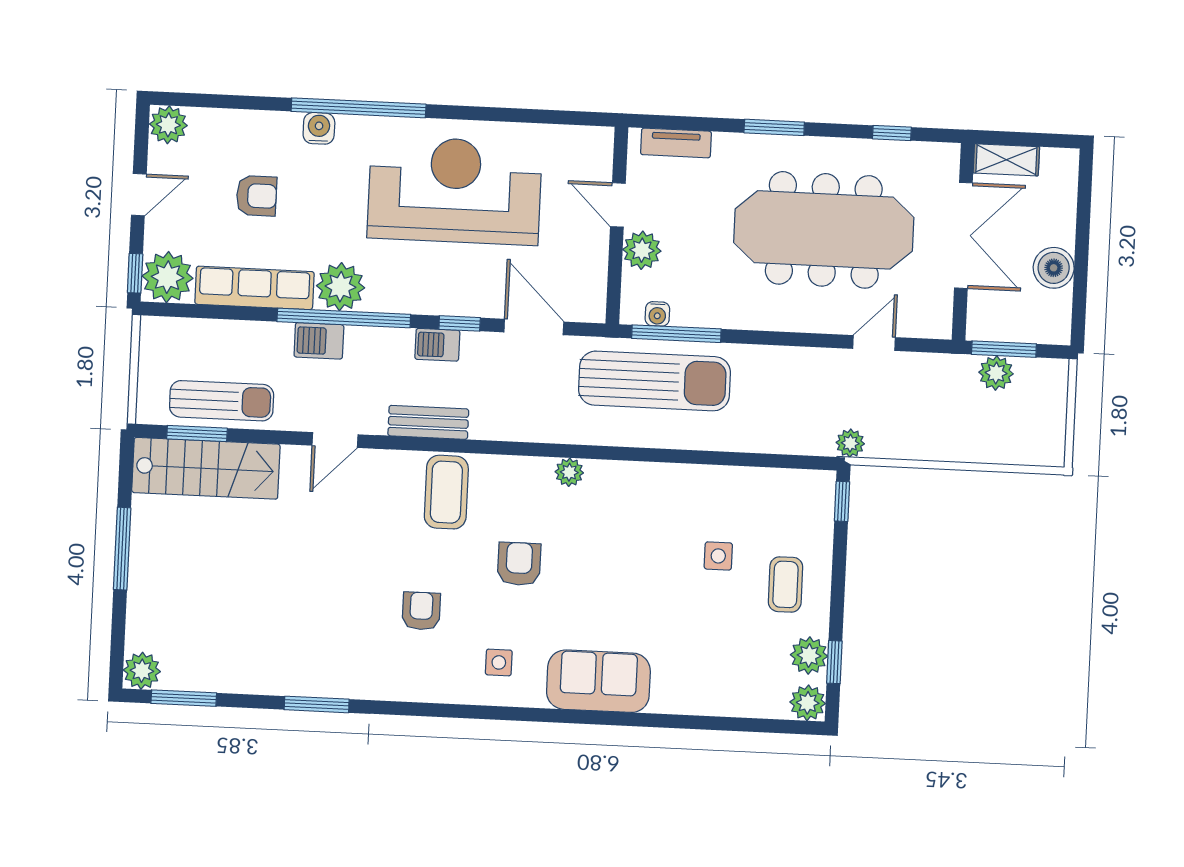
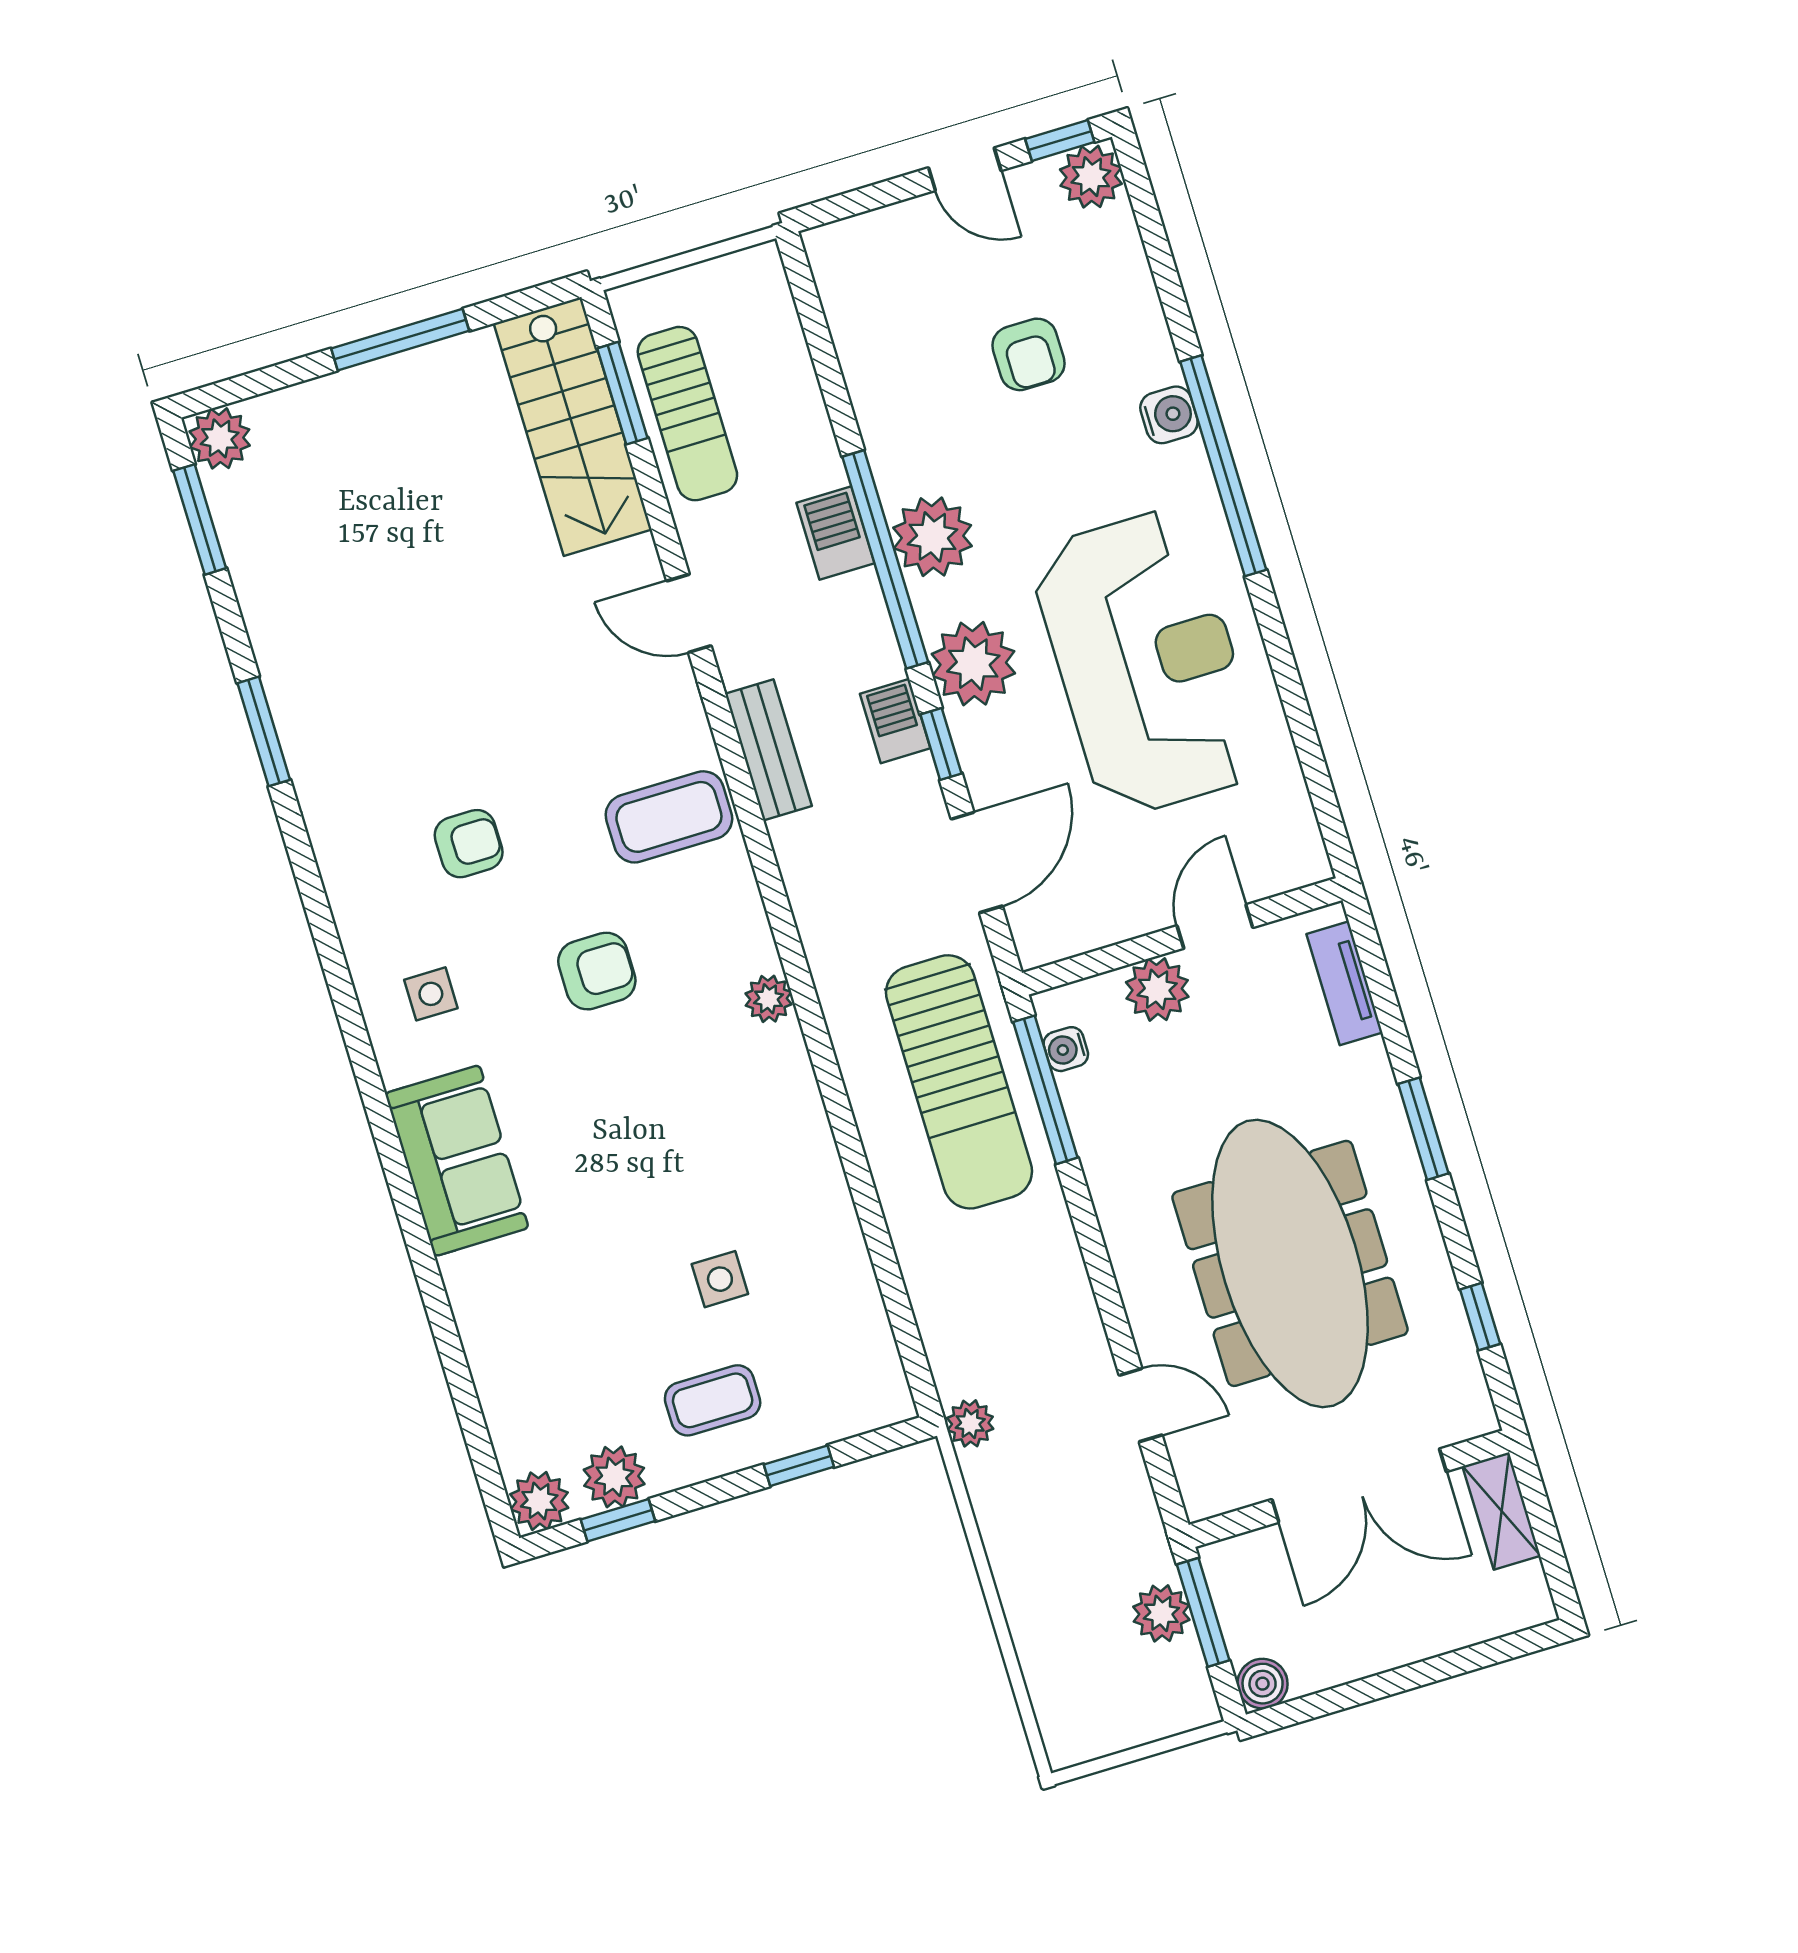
boiler: (1054, 268) -> (1263, 1684), moved, width x0.73, depth x0.73
window: (135, 273) -> (1060, 140), moved
plant: (167, 277) -> (973, 664), moved
row of seats: (254, 288) -> (883, 402), removed
window: (842, 501) -> (799, 1466), moved

